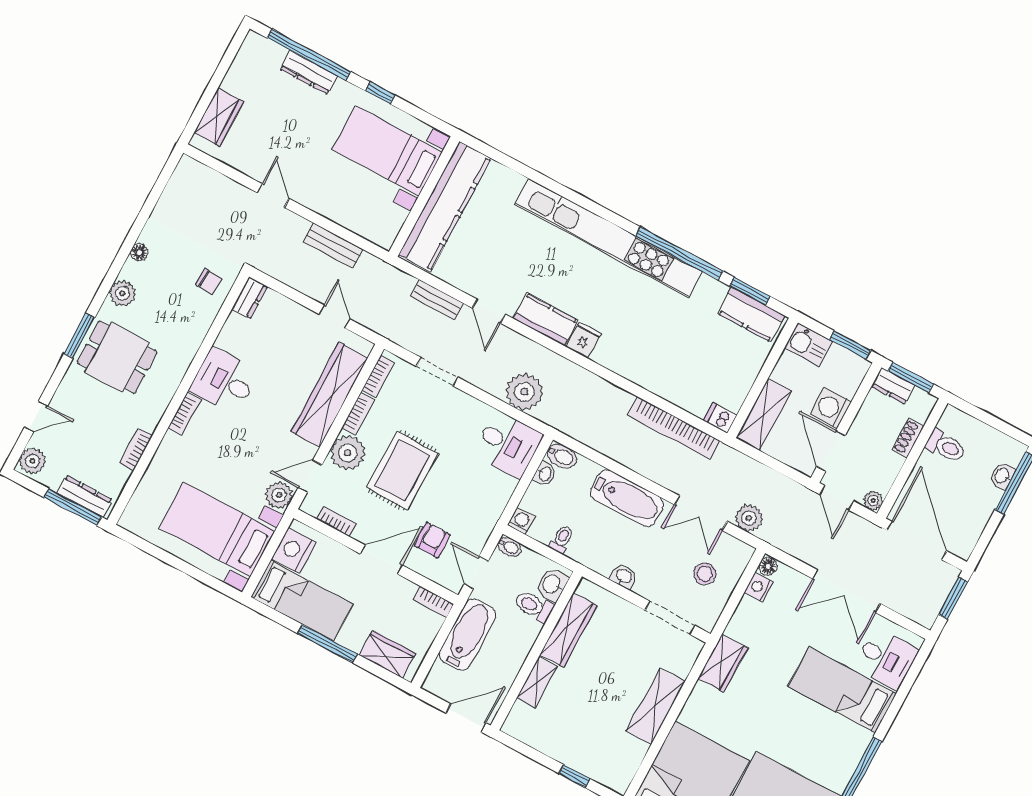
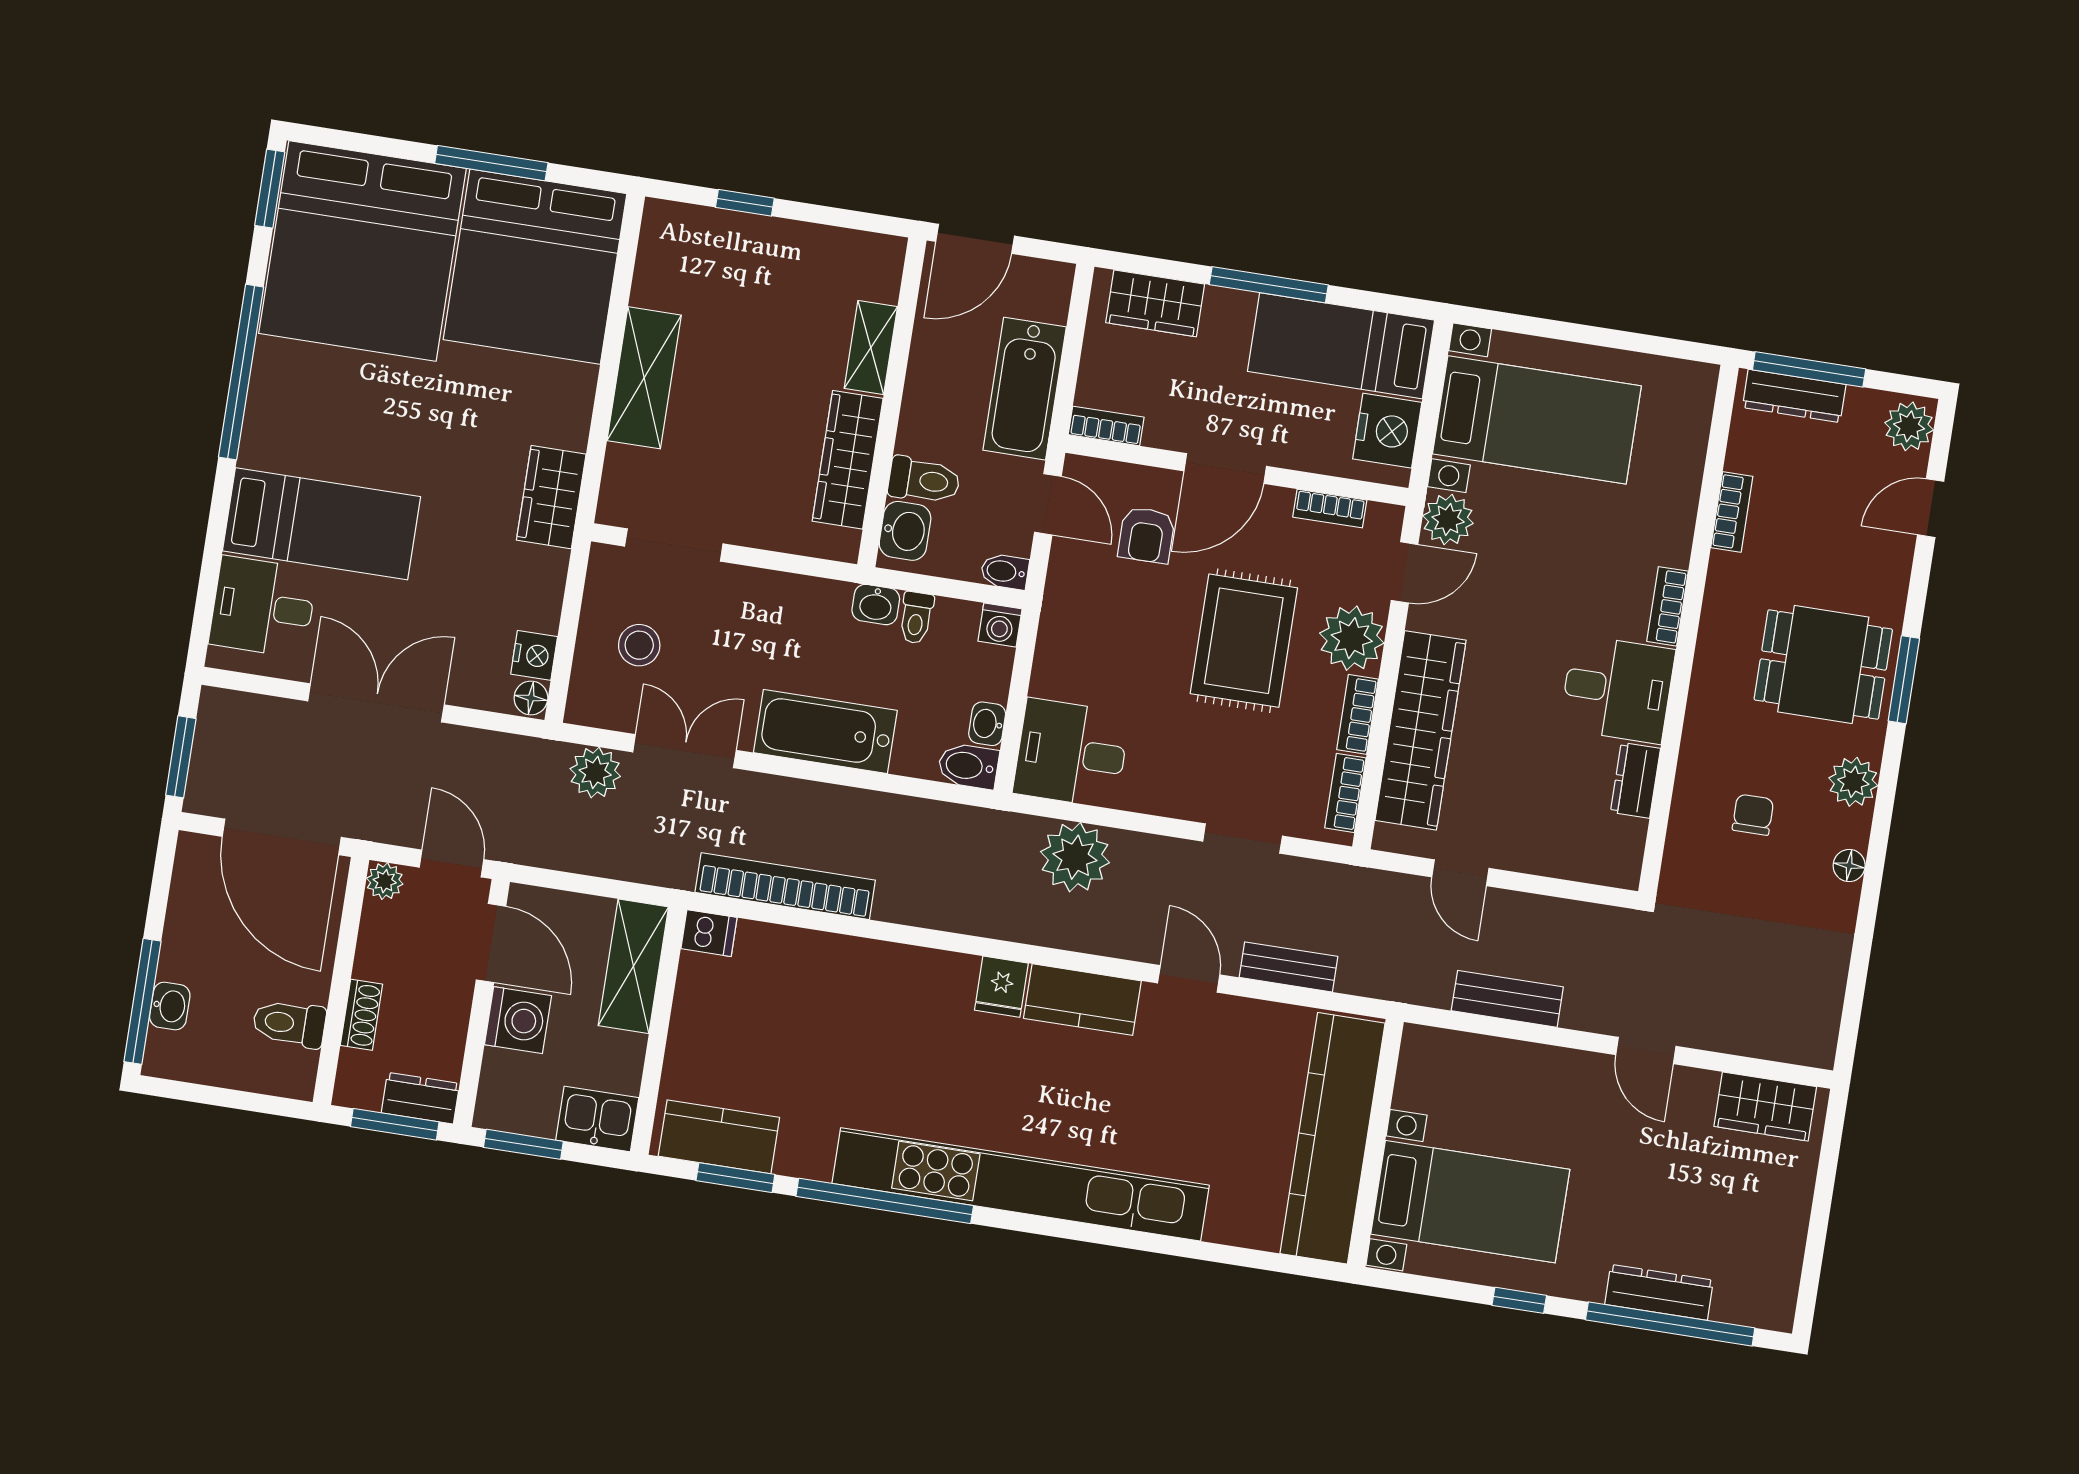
wardrobe: (219, 117) -> (1765, 1106), moved, turned -90
chair: (209, 282) -> (1753, 815), moved, turned 86
dresser: (249, 298) -> (1635, 780), moved
washbasin: (624, 576) -> (876, 605), moved

